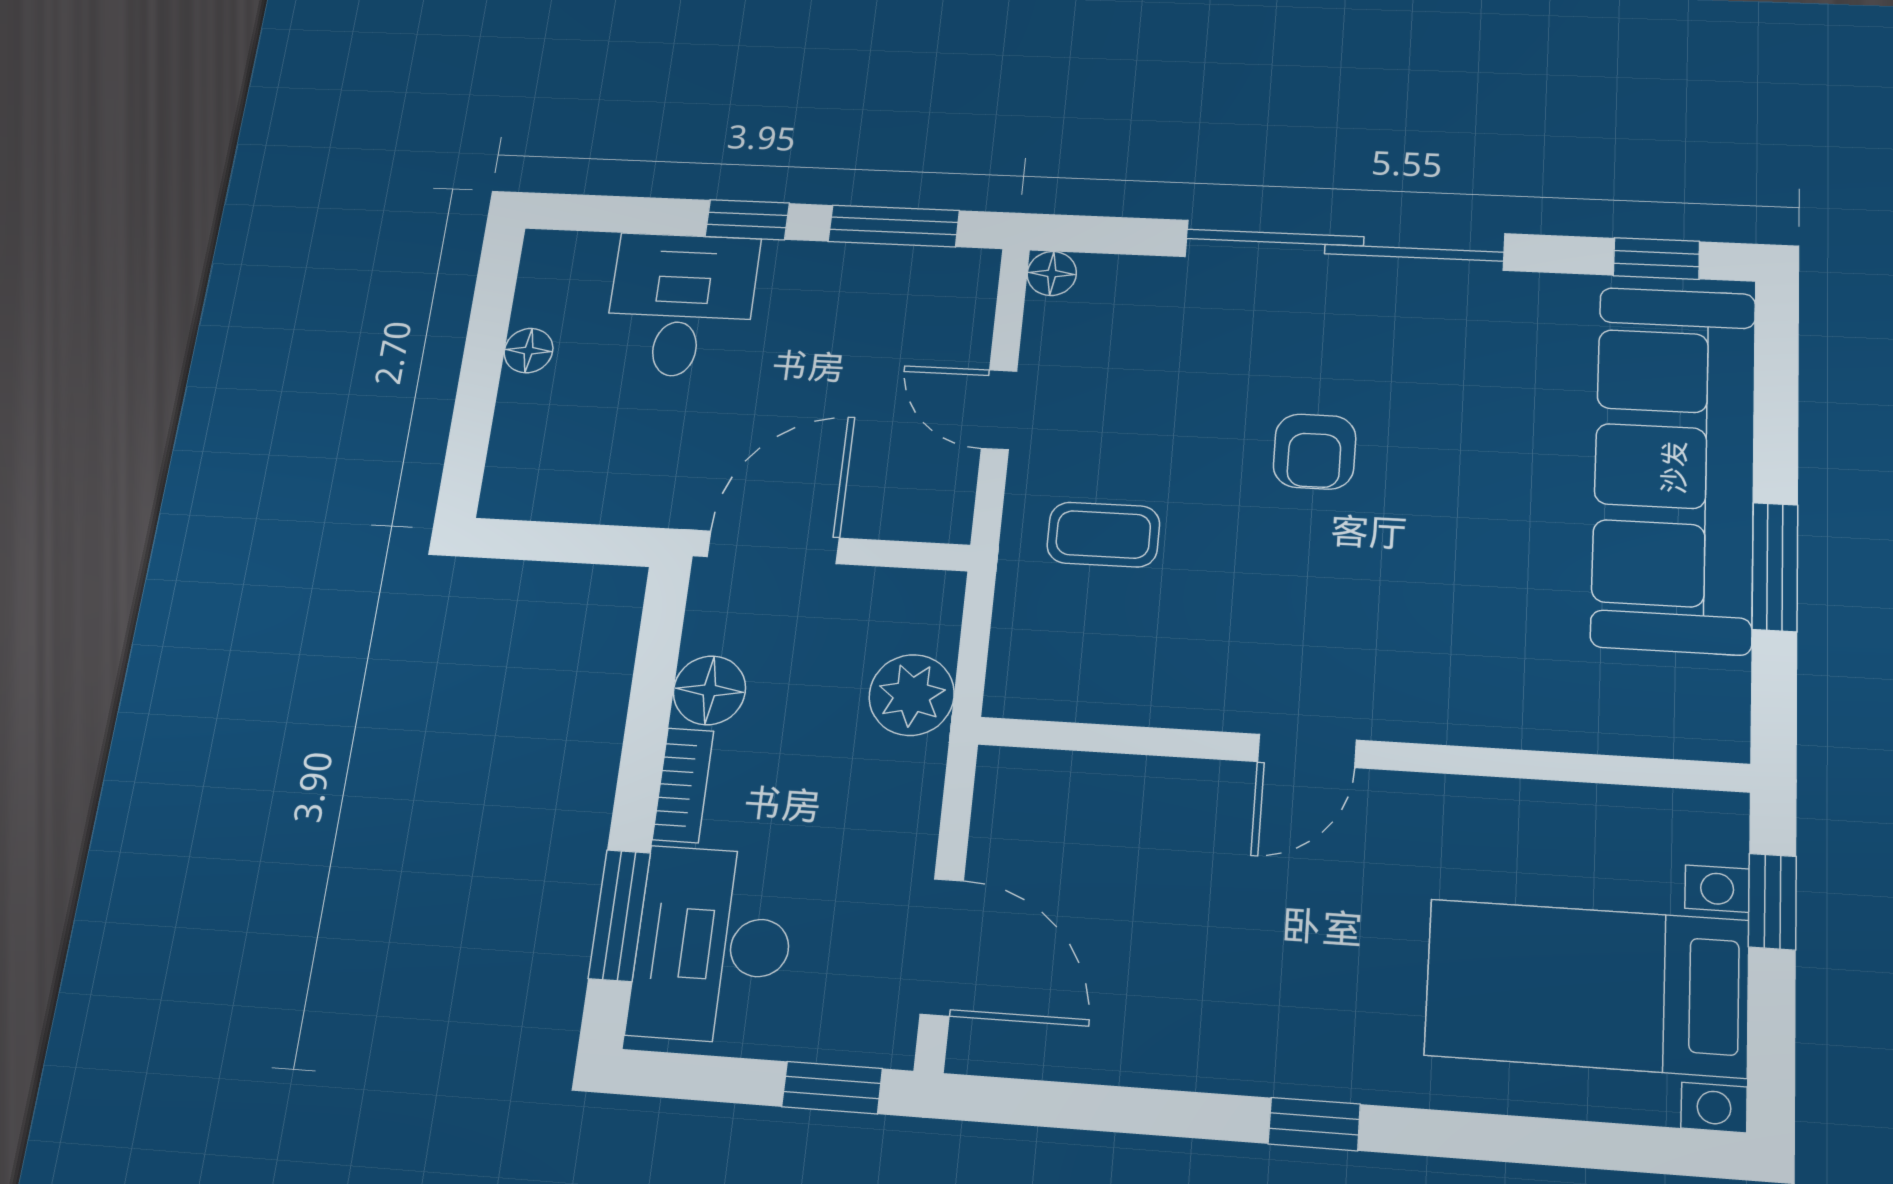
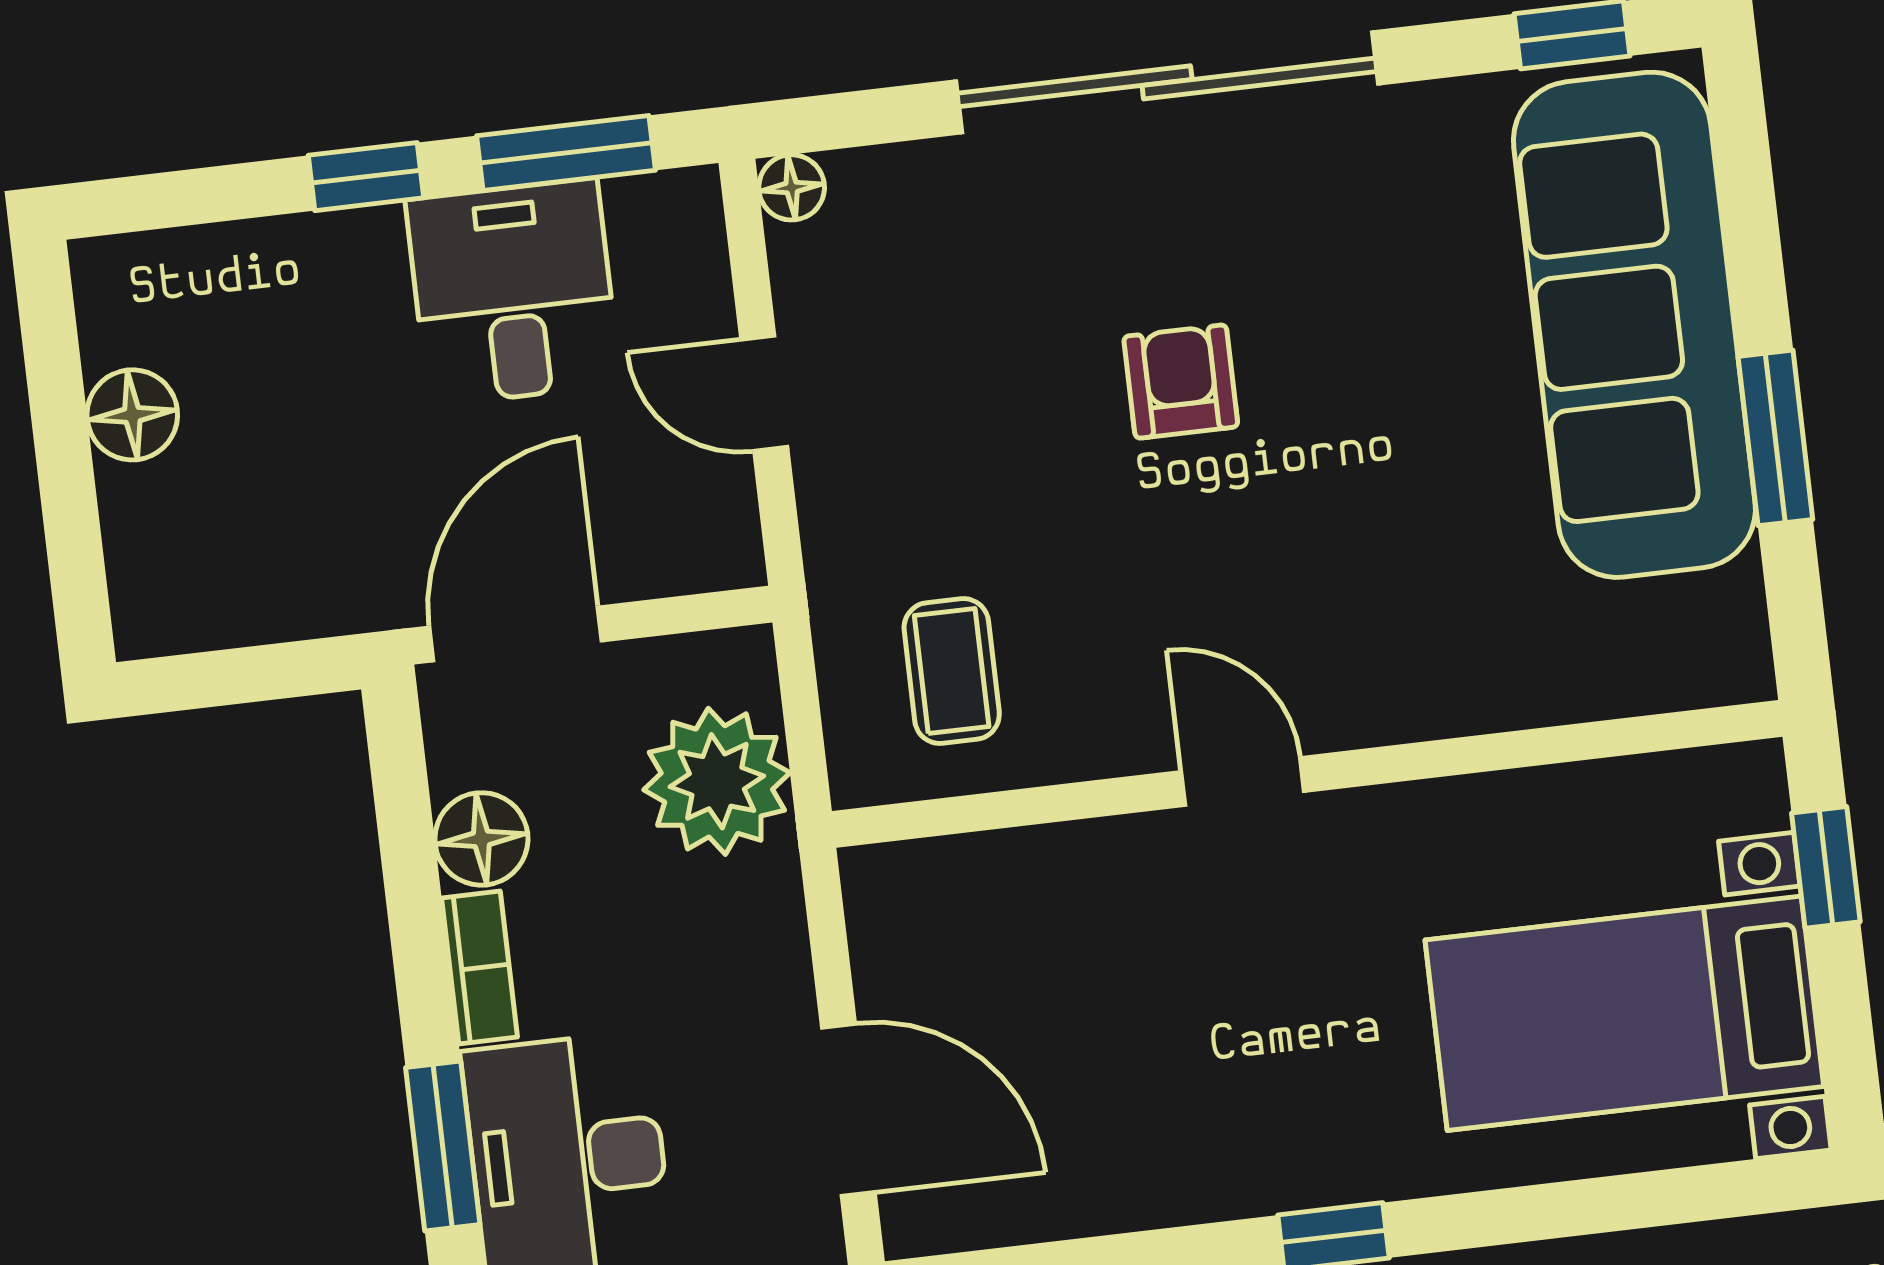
desk: (681, 305) -> (513, 292), moved
floor lamp: (529, 351) -> (132, 415), width x1.37, depth x1.37
armchair: (1315, 452) -> (1181, 382), turned 180
coffee table: (1103, 535) -> (952, 671), moved, turned 90
plant: (912, 695) -> (717, 781), width x1.36, depth x1.36
door: (1307, 751) -> (1243, 781), swing flipped

